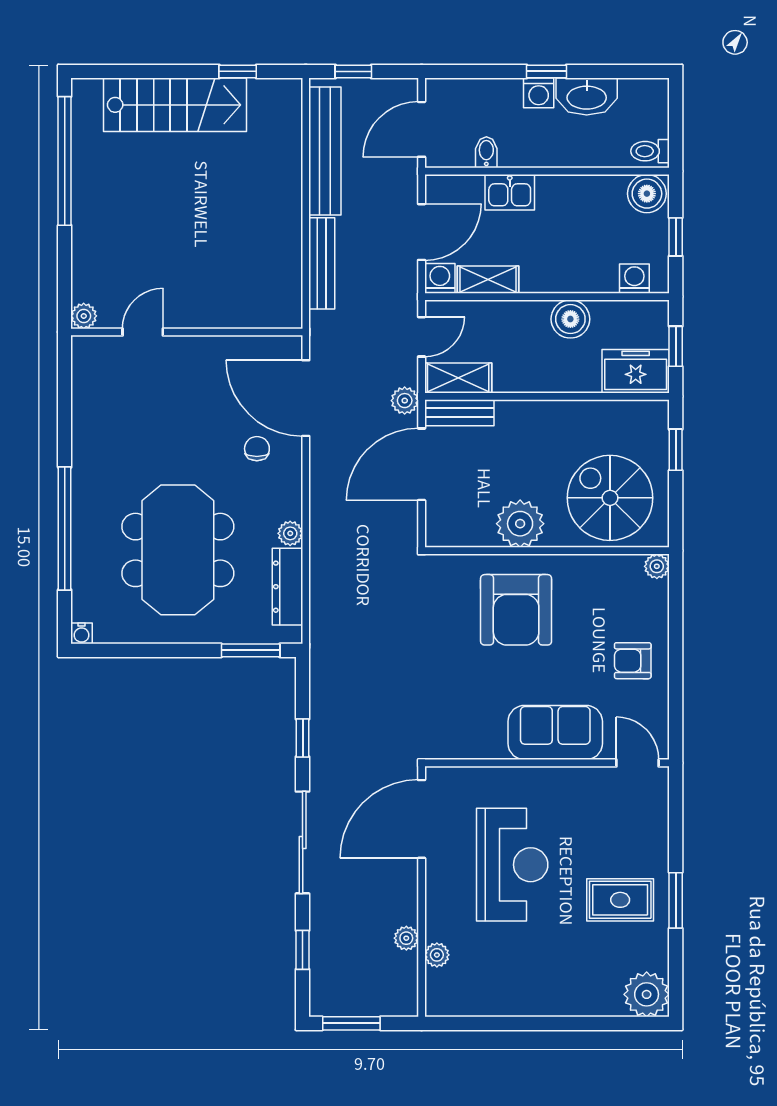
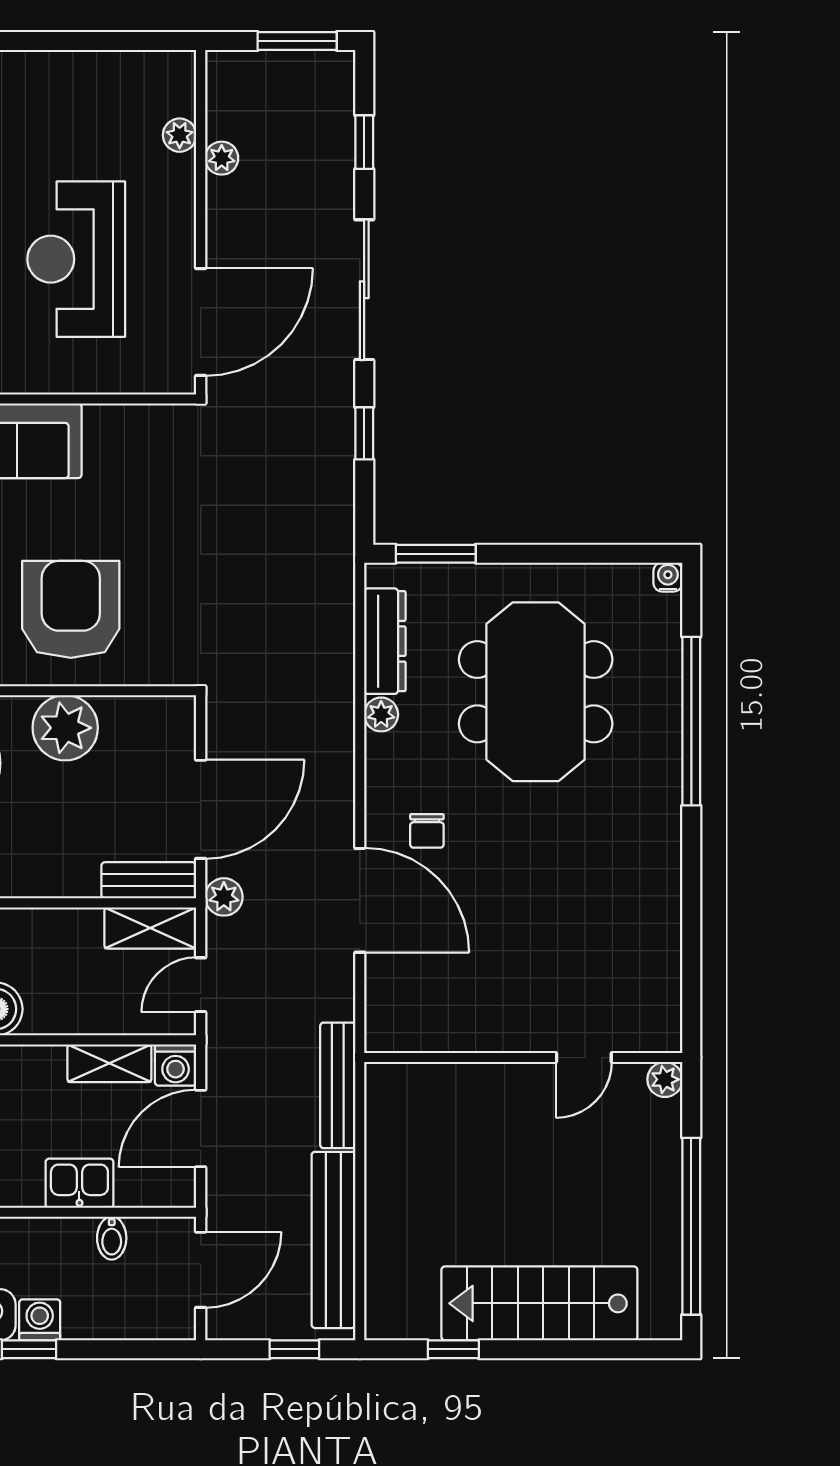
plant: (84, 316) -> (665, 1079), moved
door: (143, 332) -> (584, 1058), moved
wall: (187, 332) -> (523, 1058), moved

